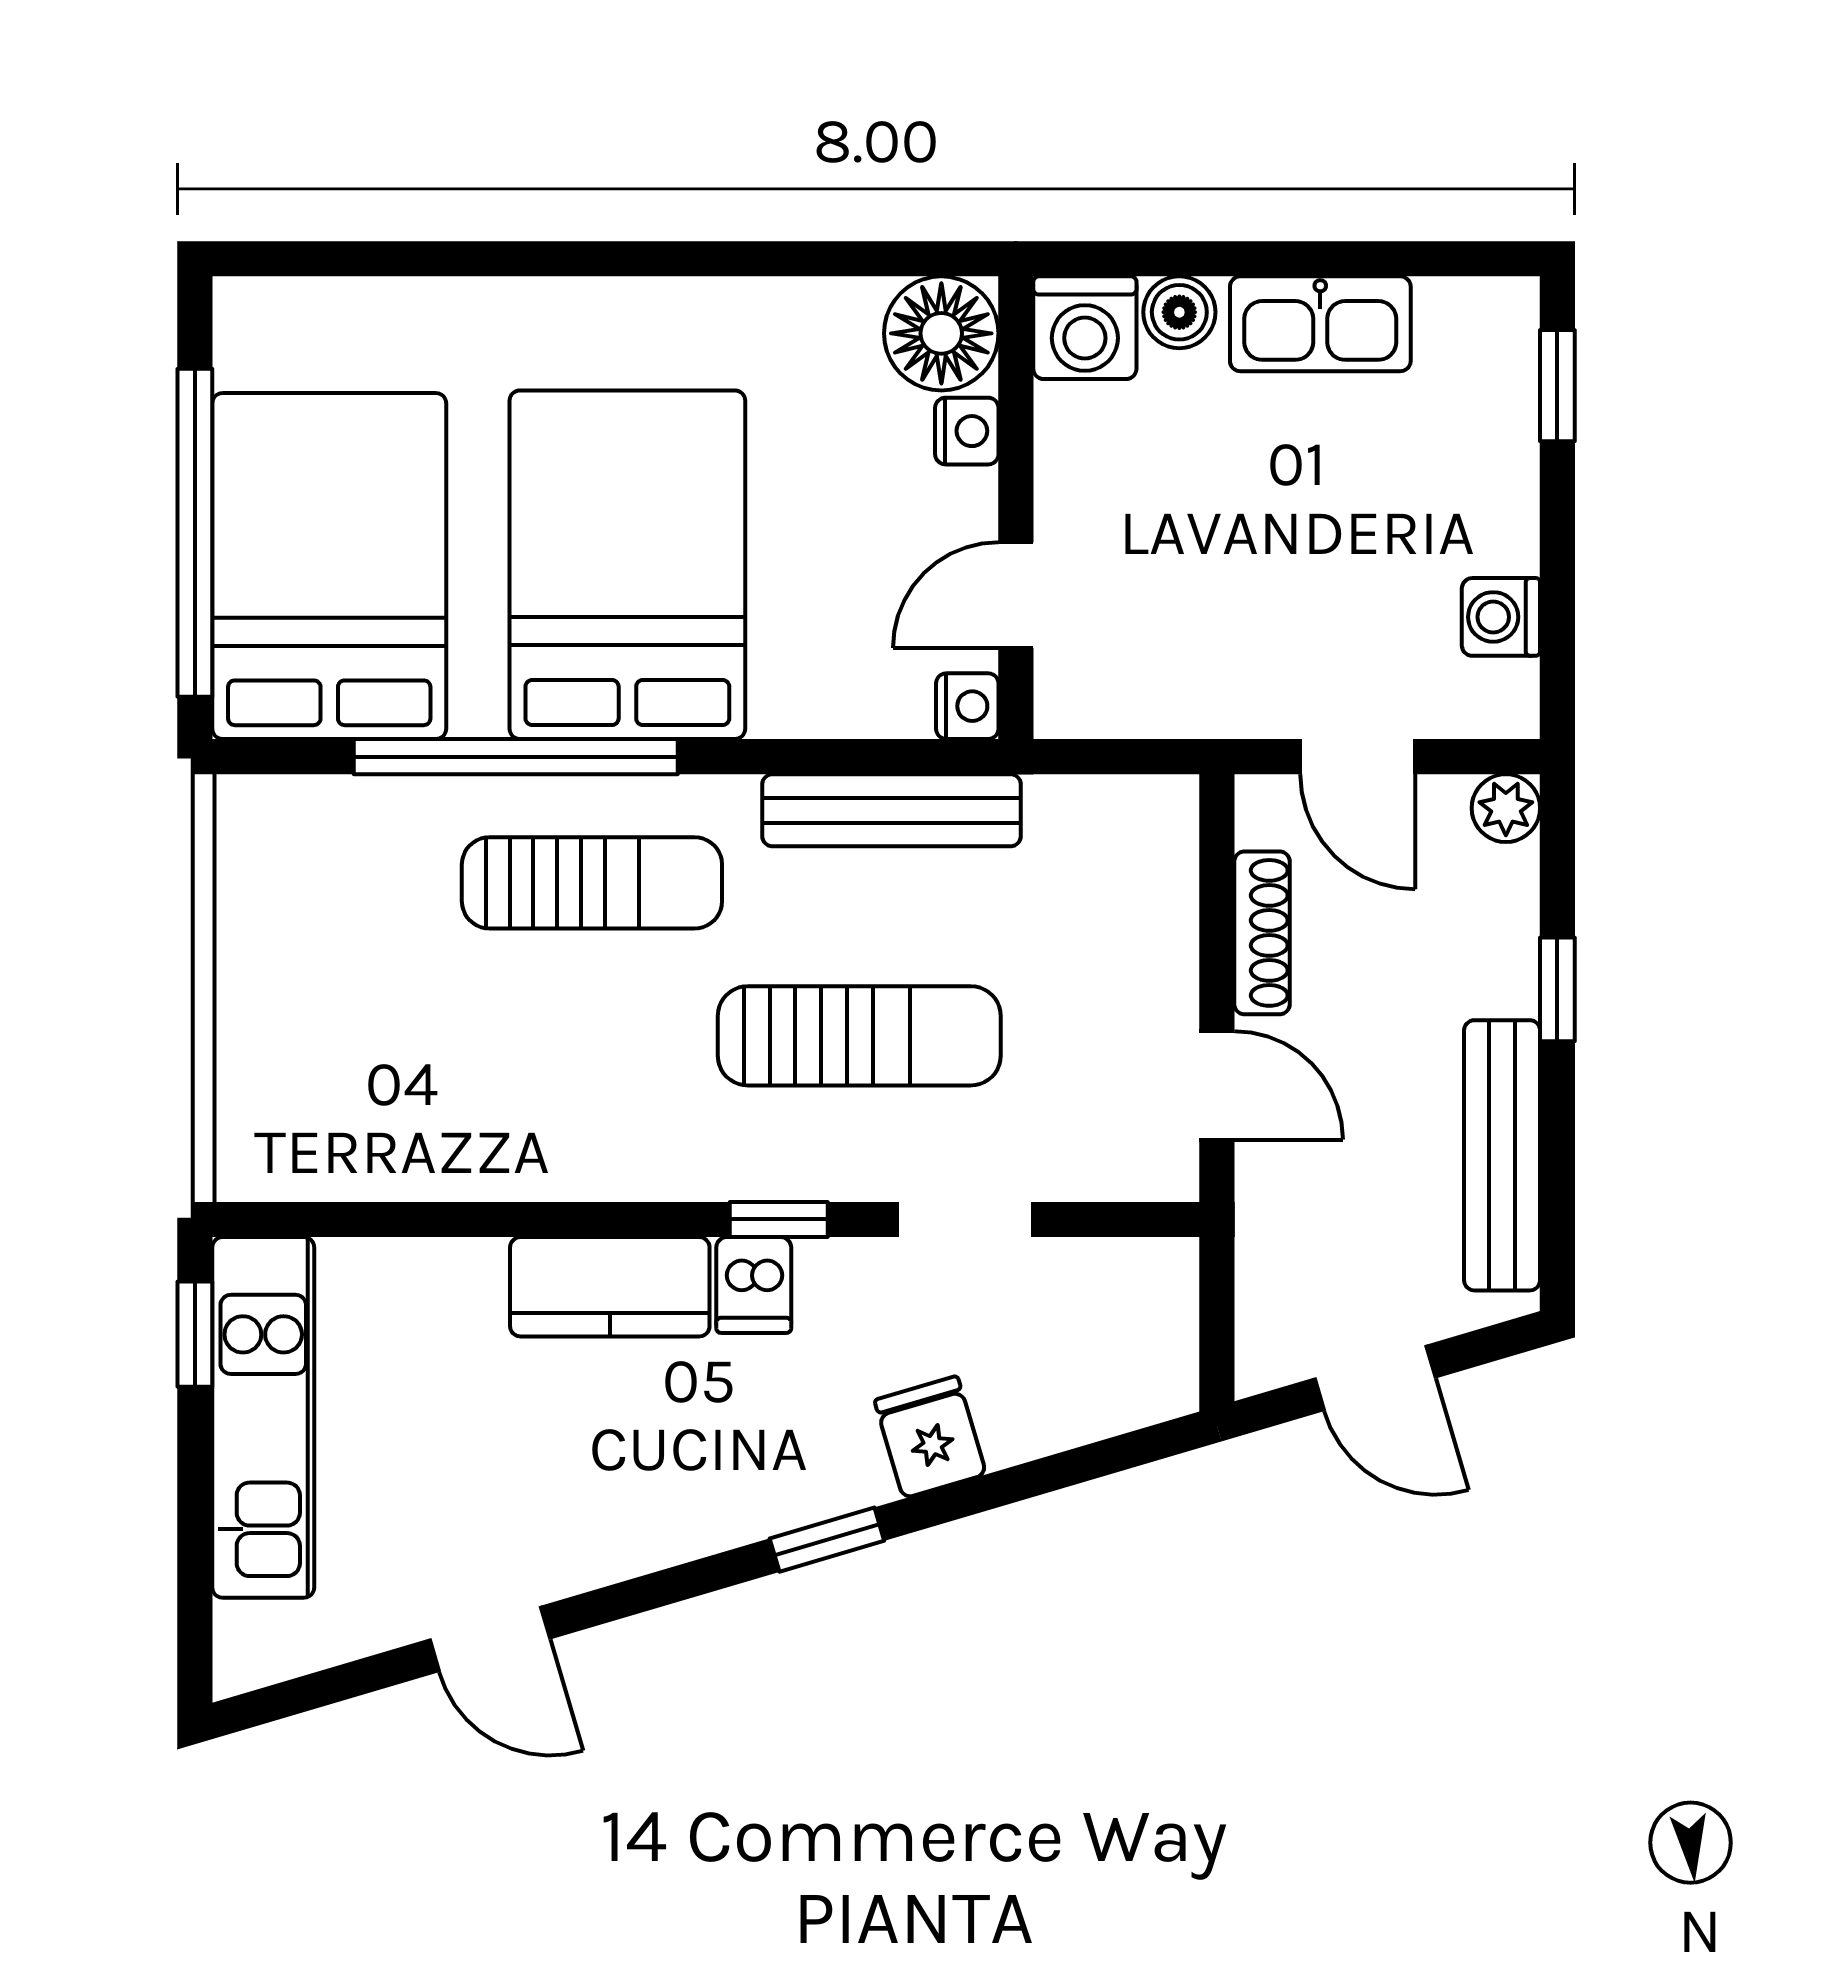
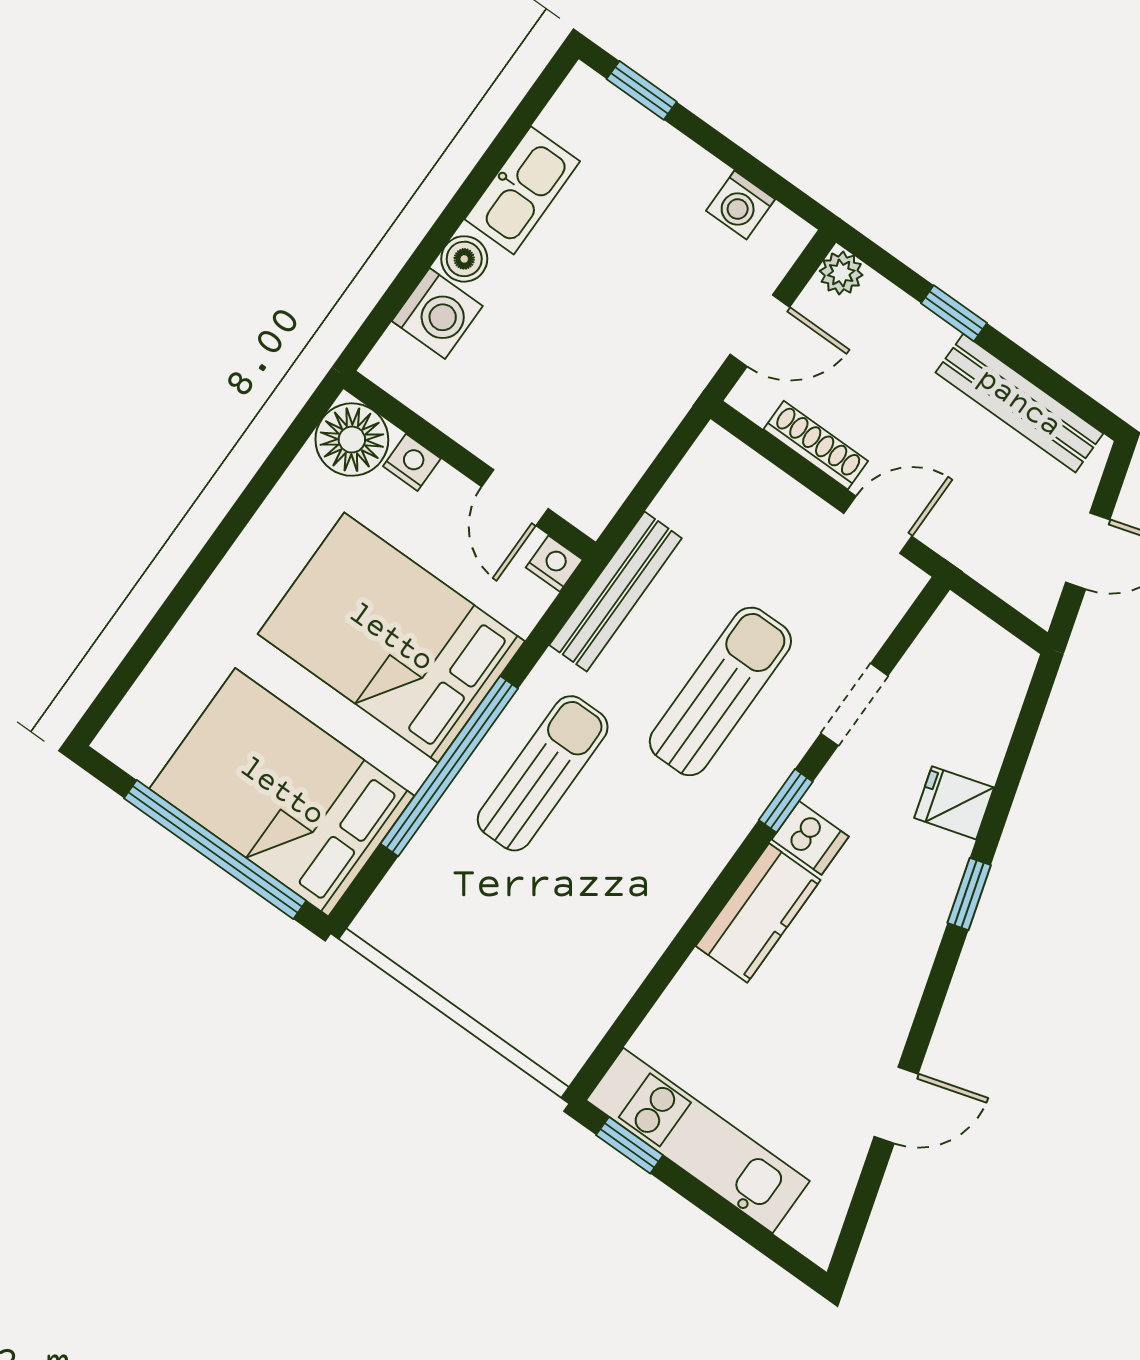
floor lamp: (941, 333) -> (352, 440), moved
nightstand: (967, 431) -> (412, 462), moved
wall: (1016, 508) -> (470, 465), moved
door: (1016, 595) -> (515, 498), moved
nightstand: (967, 706) -> (554, 564), moved

